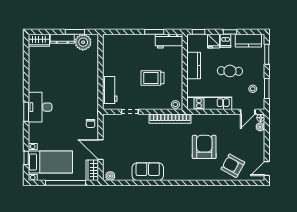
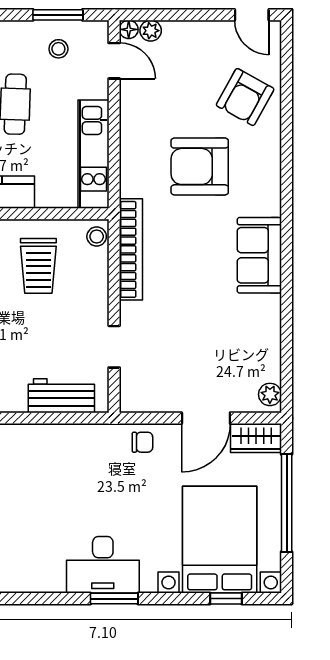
trolley: (153, 78) -> (38, 266), moved
bed with nightstands: (50, 162) -> (220, 540), width x1.36
sofa: (148, 172) -> (259, 255), moved

